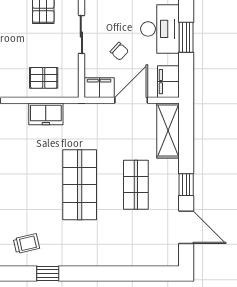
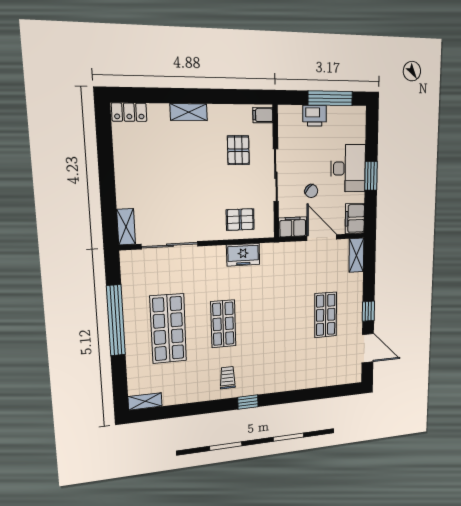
sliding door: (81, 35) -> (276, 175), width x1.37
door: (131, 100) -> (322, 238), hinge flipped
shelving: (168, 131) -> (356, 255), width x0.67, depth x0.75
shop shelf: (80, 185) -> (223, 324), moved, width x0.70, depth x0.74
trolley: (26, 244) -> (228, 378), turned -77

